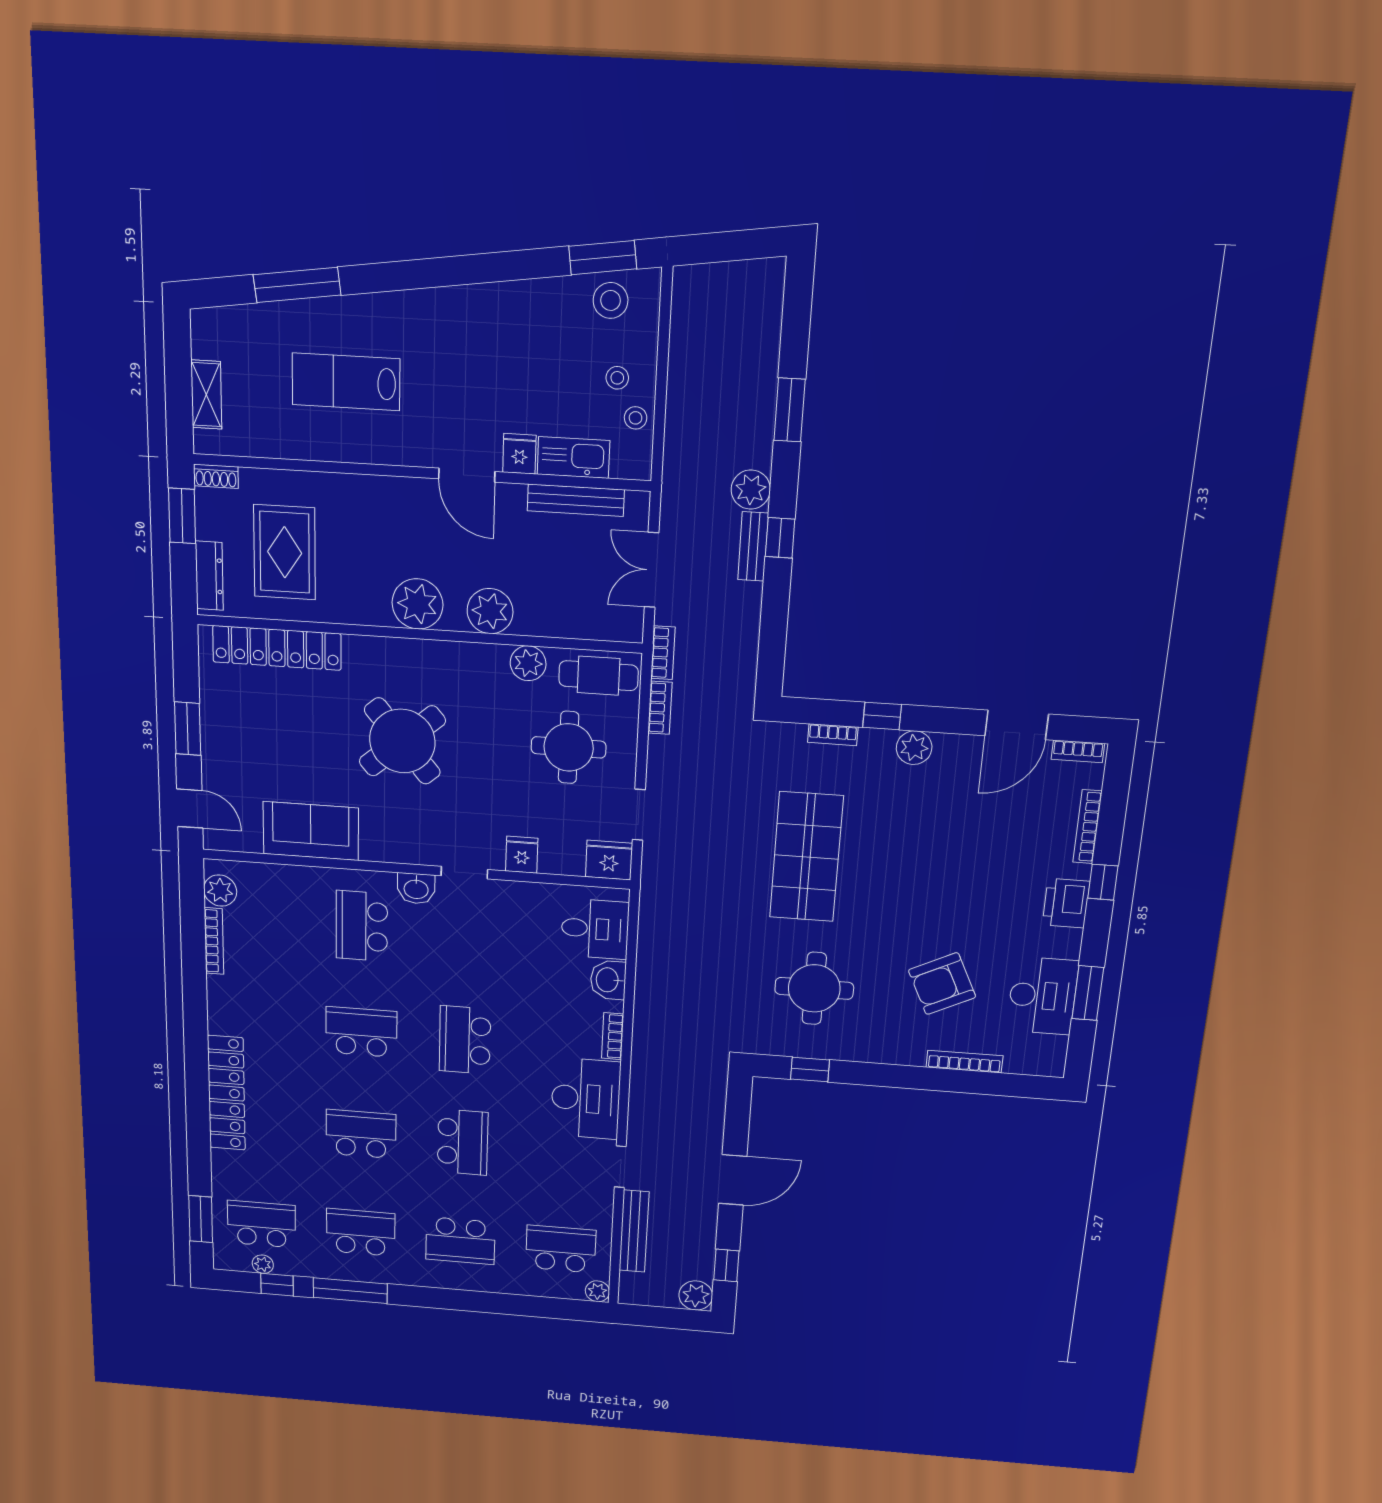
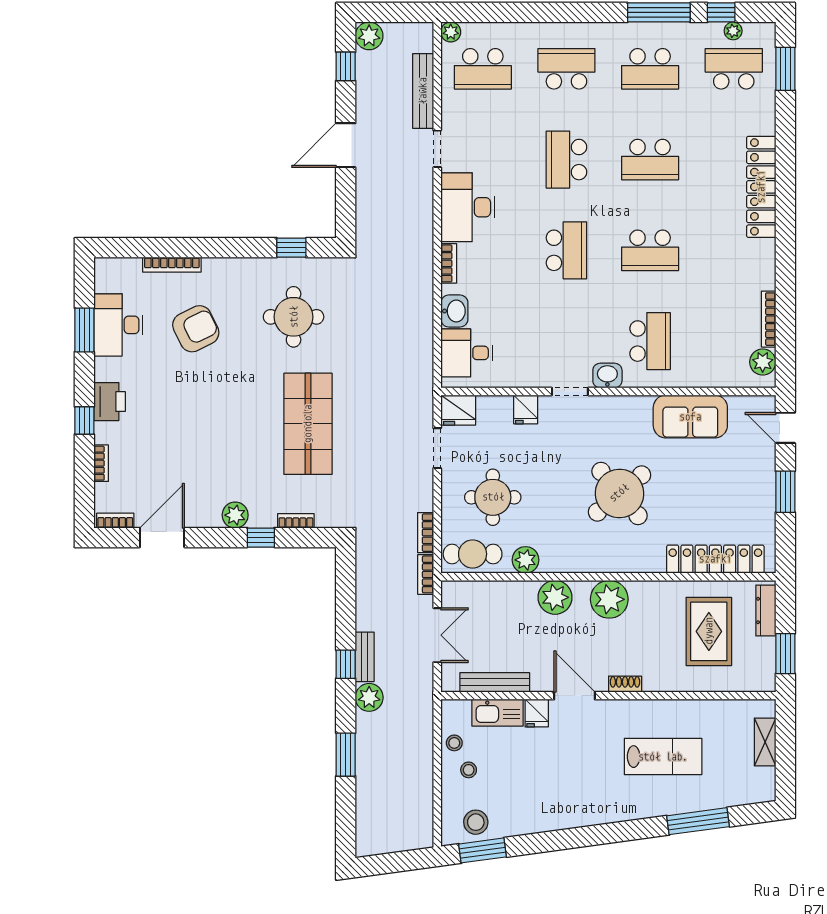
shoe rack: (216, 476) -> (625, 684), moved
bookcase: (1087, 827) -> (101, 463), width x0.64
school desk: (261, 1224) -> (734, 69), turned 180

